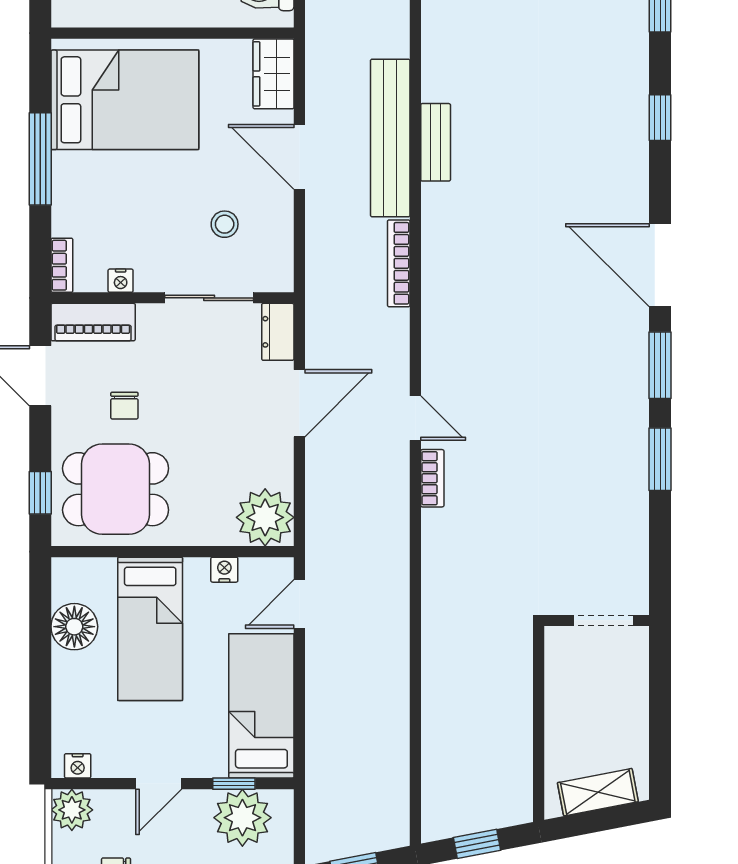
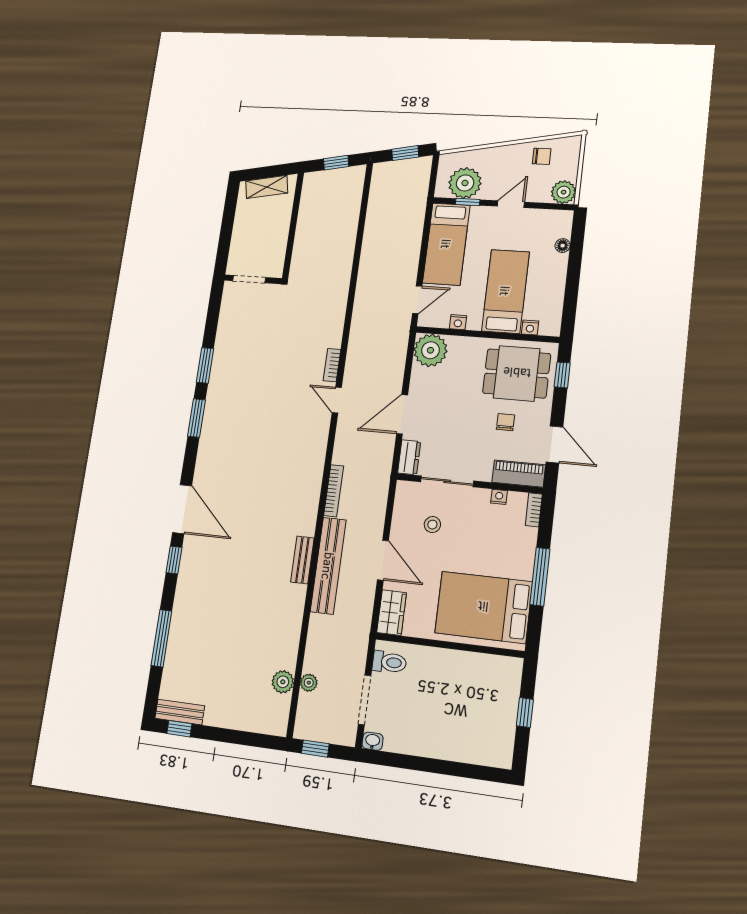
door: (660, 265) -> (182, 509), moved
floor lamp: (74, 627) -> (563, 246), moved, width x0.53, depth x0.53
nightstand: (78, 766) -> (530, 327), moved, turned 180

